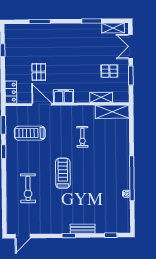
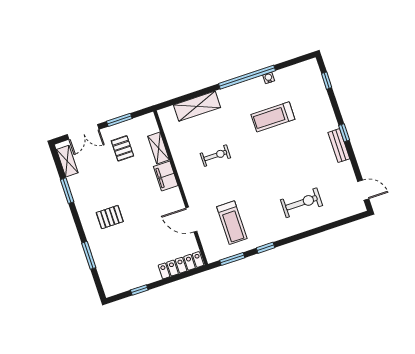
pallet: (39, 72) -> (110, 217), moved
locker: (11, 92) -> (181, 265), width x1.53
filing cabinet: (63, 96) -> (166, 176), moved
door: (42, 104) -> (191, 220), hinge flipped
shelving: (112, 112) -> (197, 106), moved, turned 90
treadmill: (63, 173) -> (273, 117), moved
bench: (83, 229) -> (339, 146), moved

